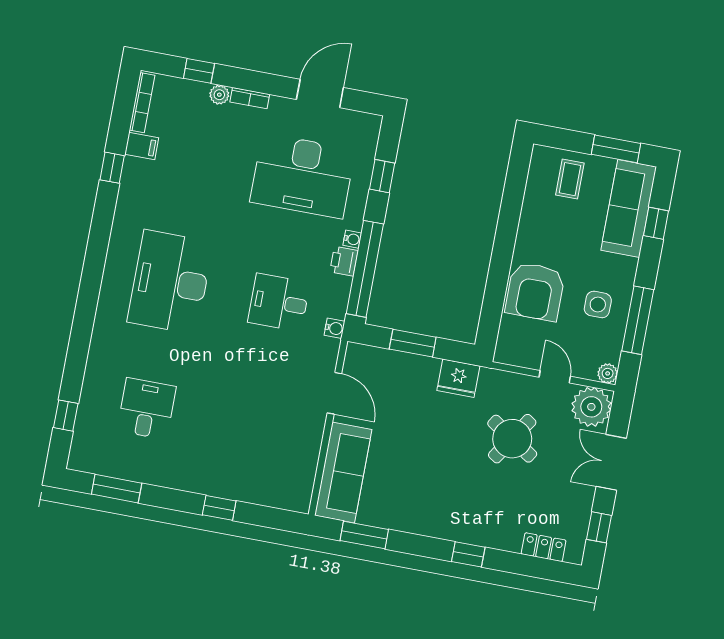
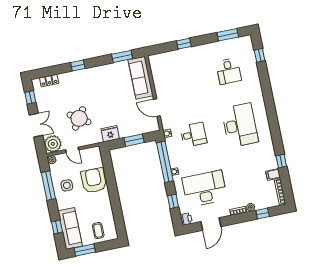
printer: (344, 261) -> (186, 219), moved

